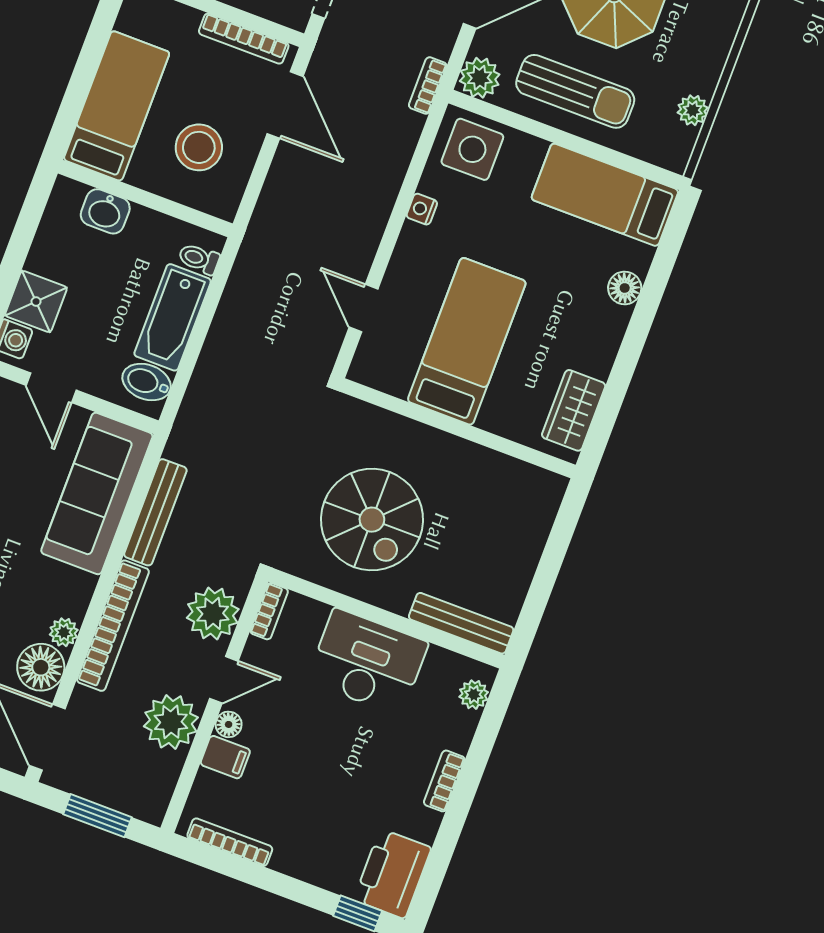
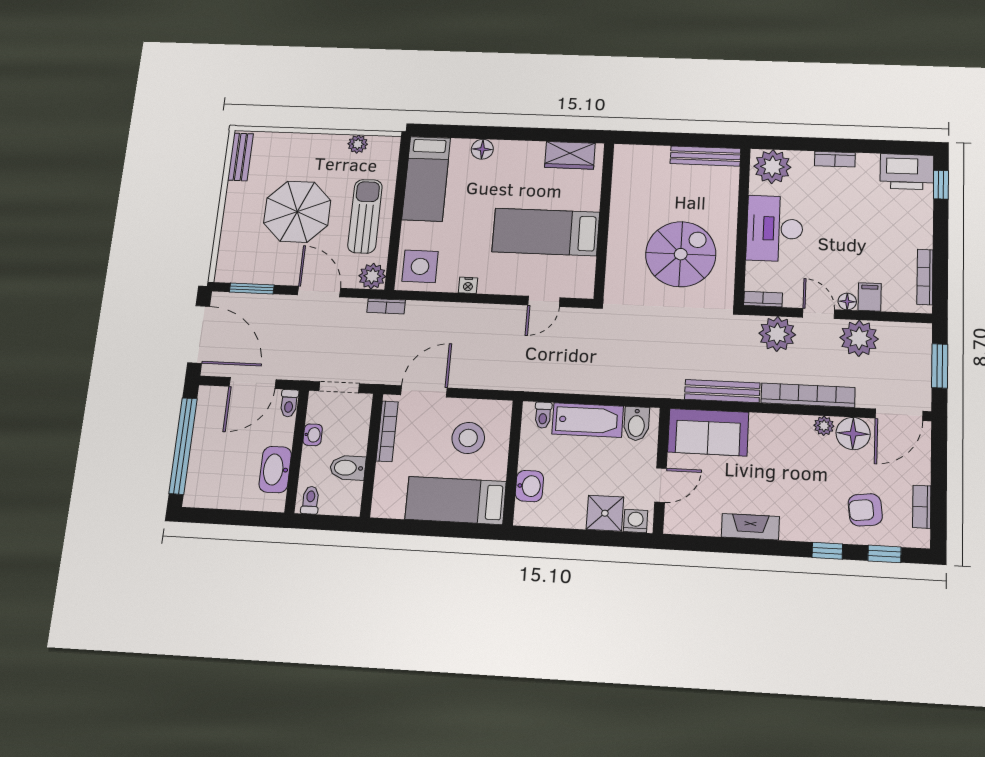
sofa: (97, 493) -> (708, 432), width x0.73
bench: (461, 623) -> (705, 156), moved, turned 90
plant: (474, 695) -> (772, 167), width x1.88, depth x1.88

